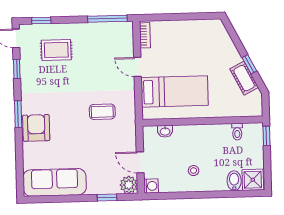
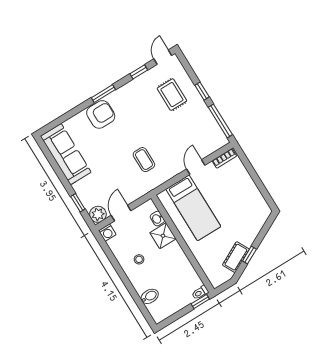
window: (41, 21) -> (202, 91), moved
toilet: (237, 132) -> (200, 293), moved
shower: (253, 180) -> (163, 236), moved

